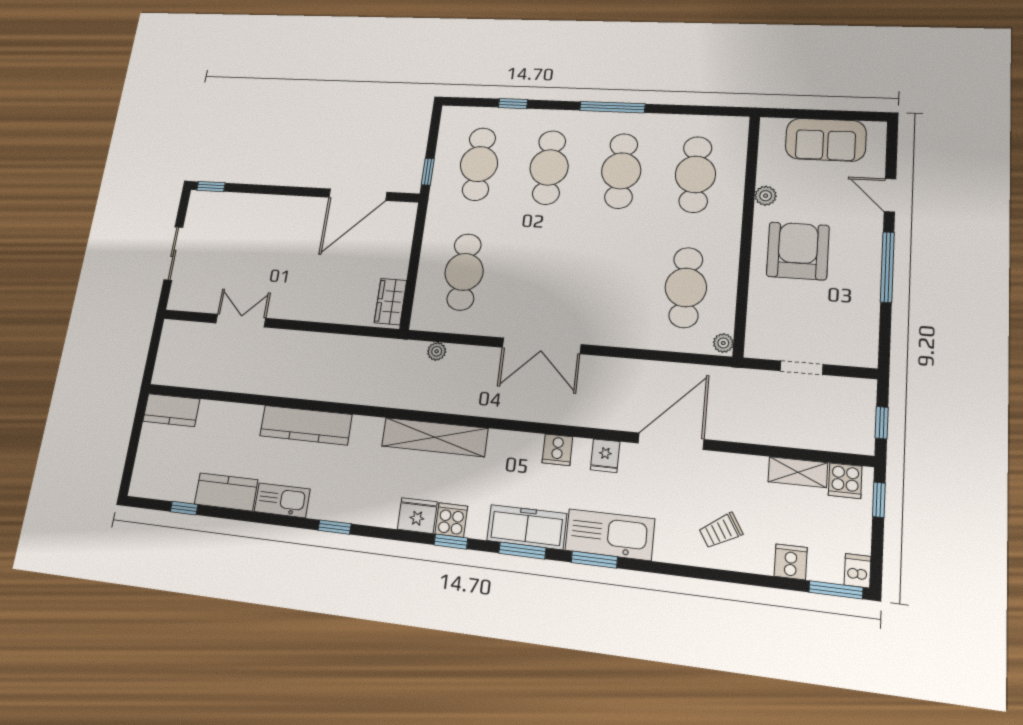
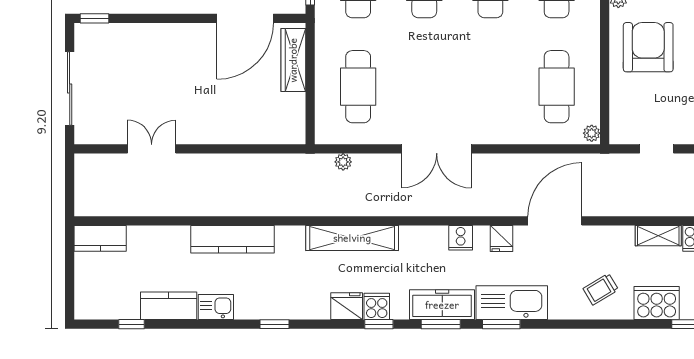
sliding door: (173, 253) -> (70, 88), width x1.37
wardrobe: (390, 302) -> (293, 60), moved, width x1.50
kitchen sink: (282, 500) -> (216, 307), width x0.73
cooker: (791, 562) -> (657, 303), width x1.87, depth x1.31

